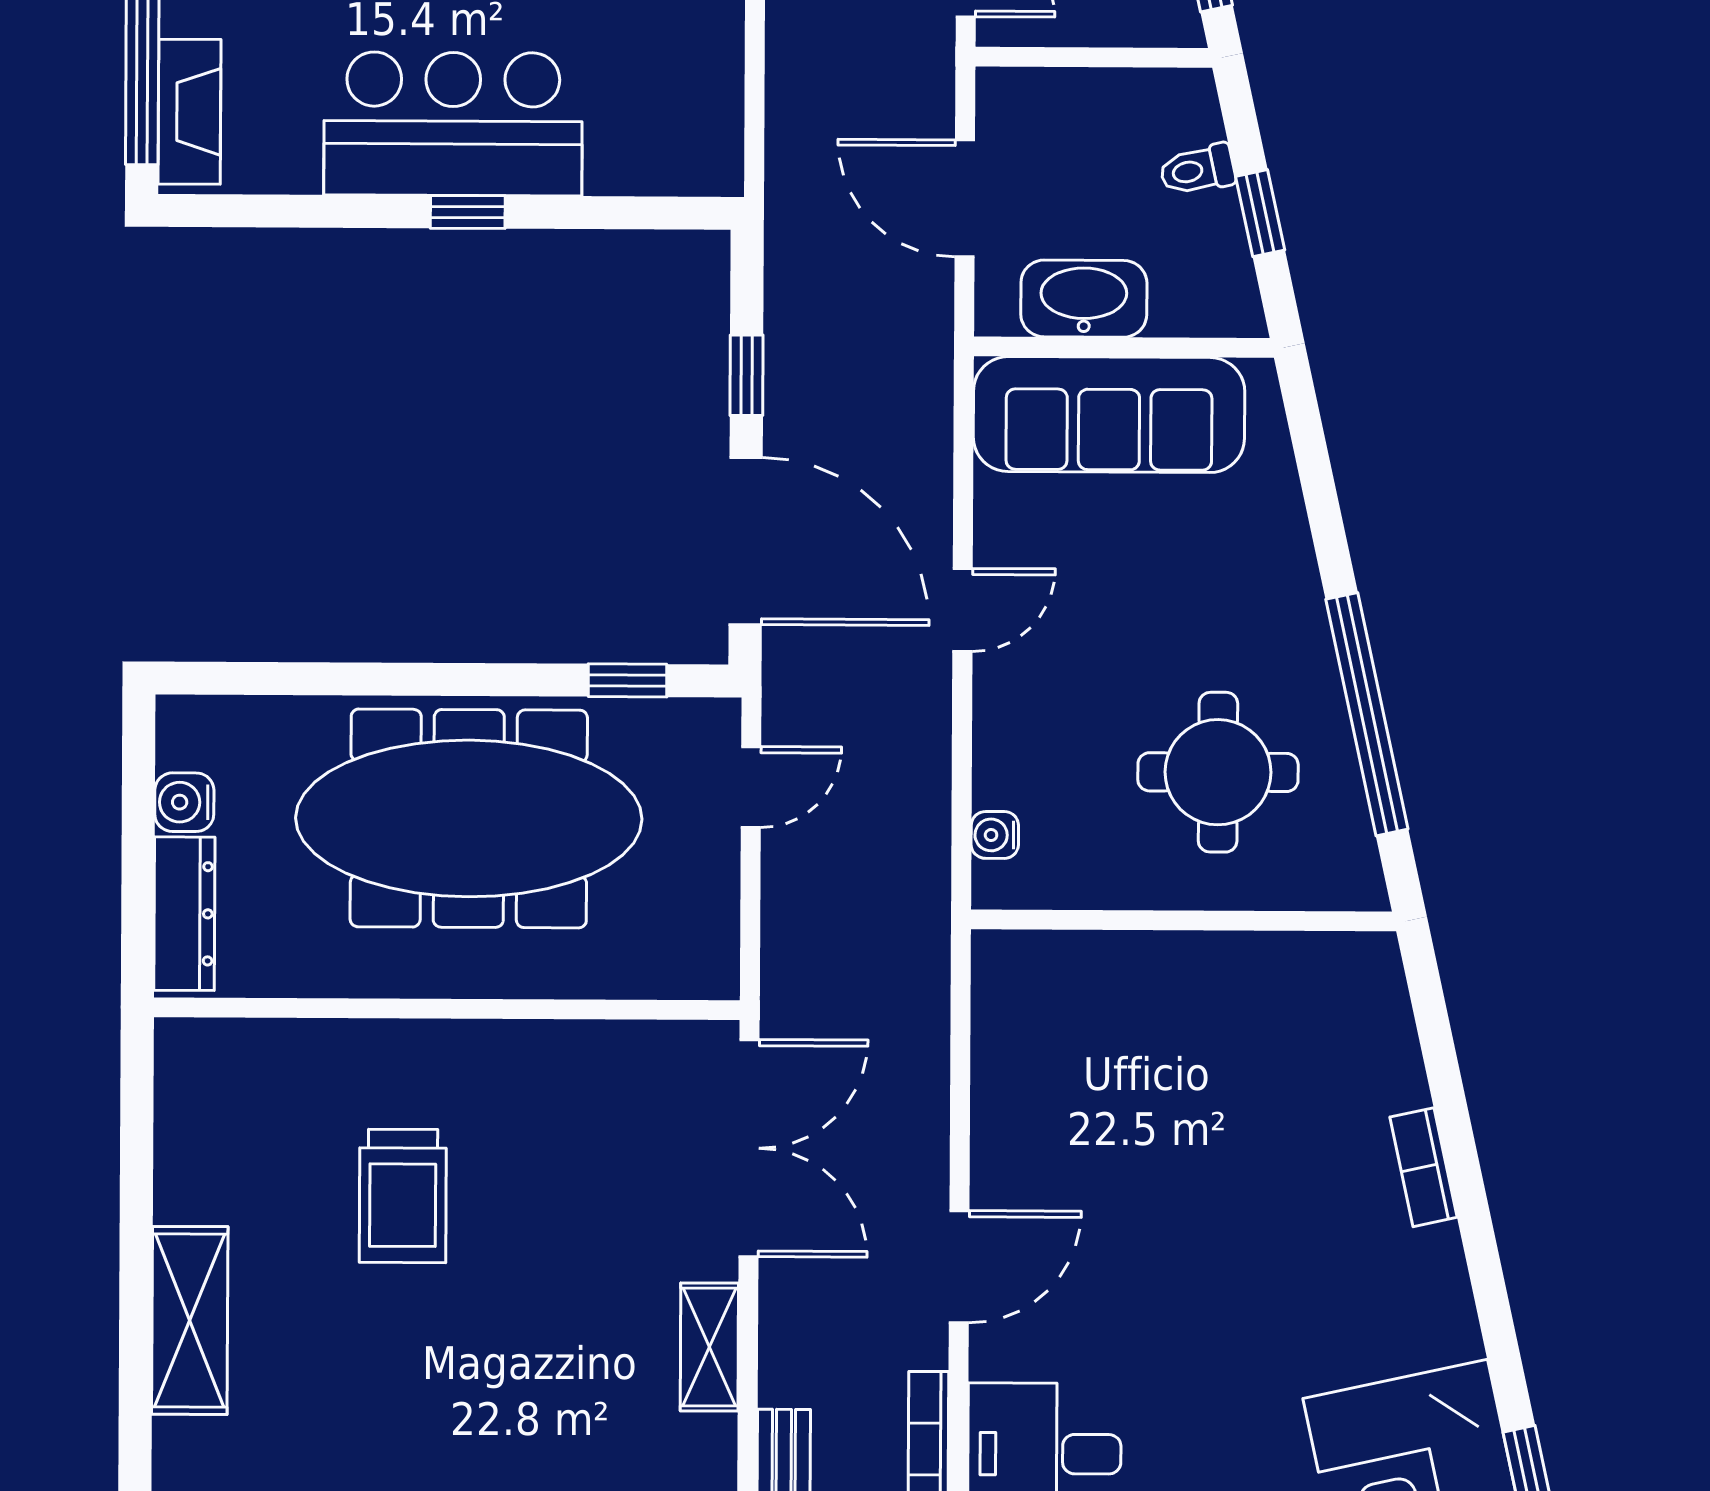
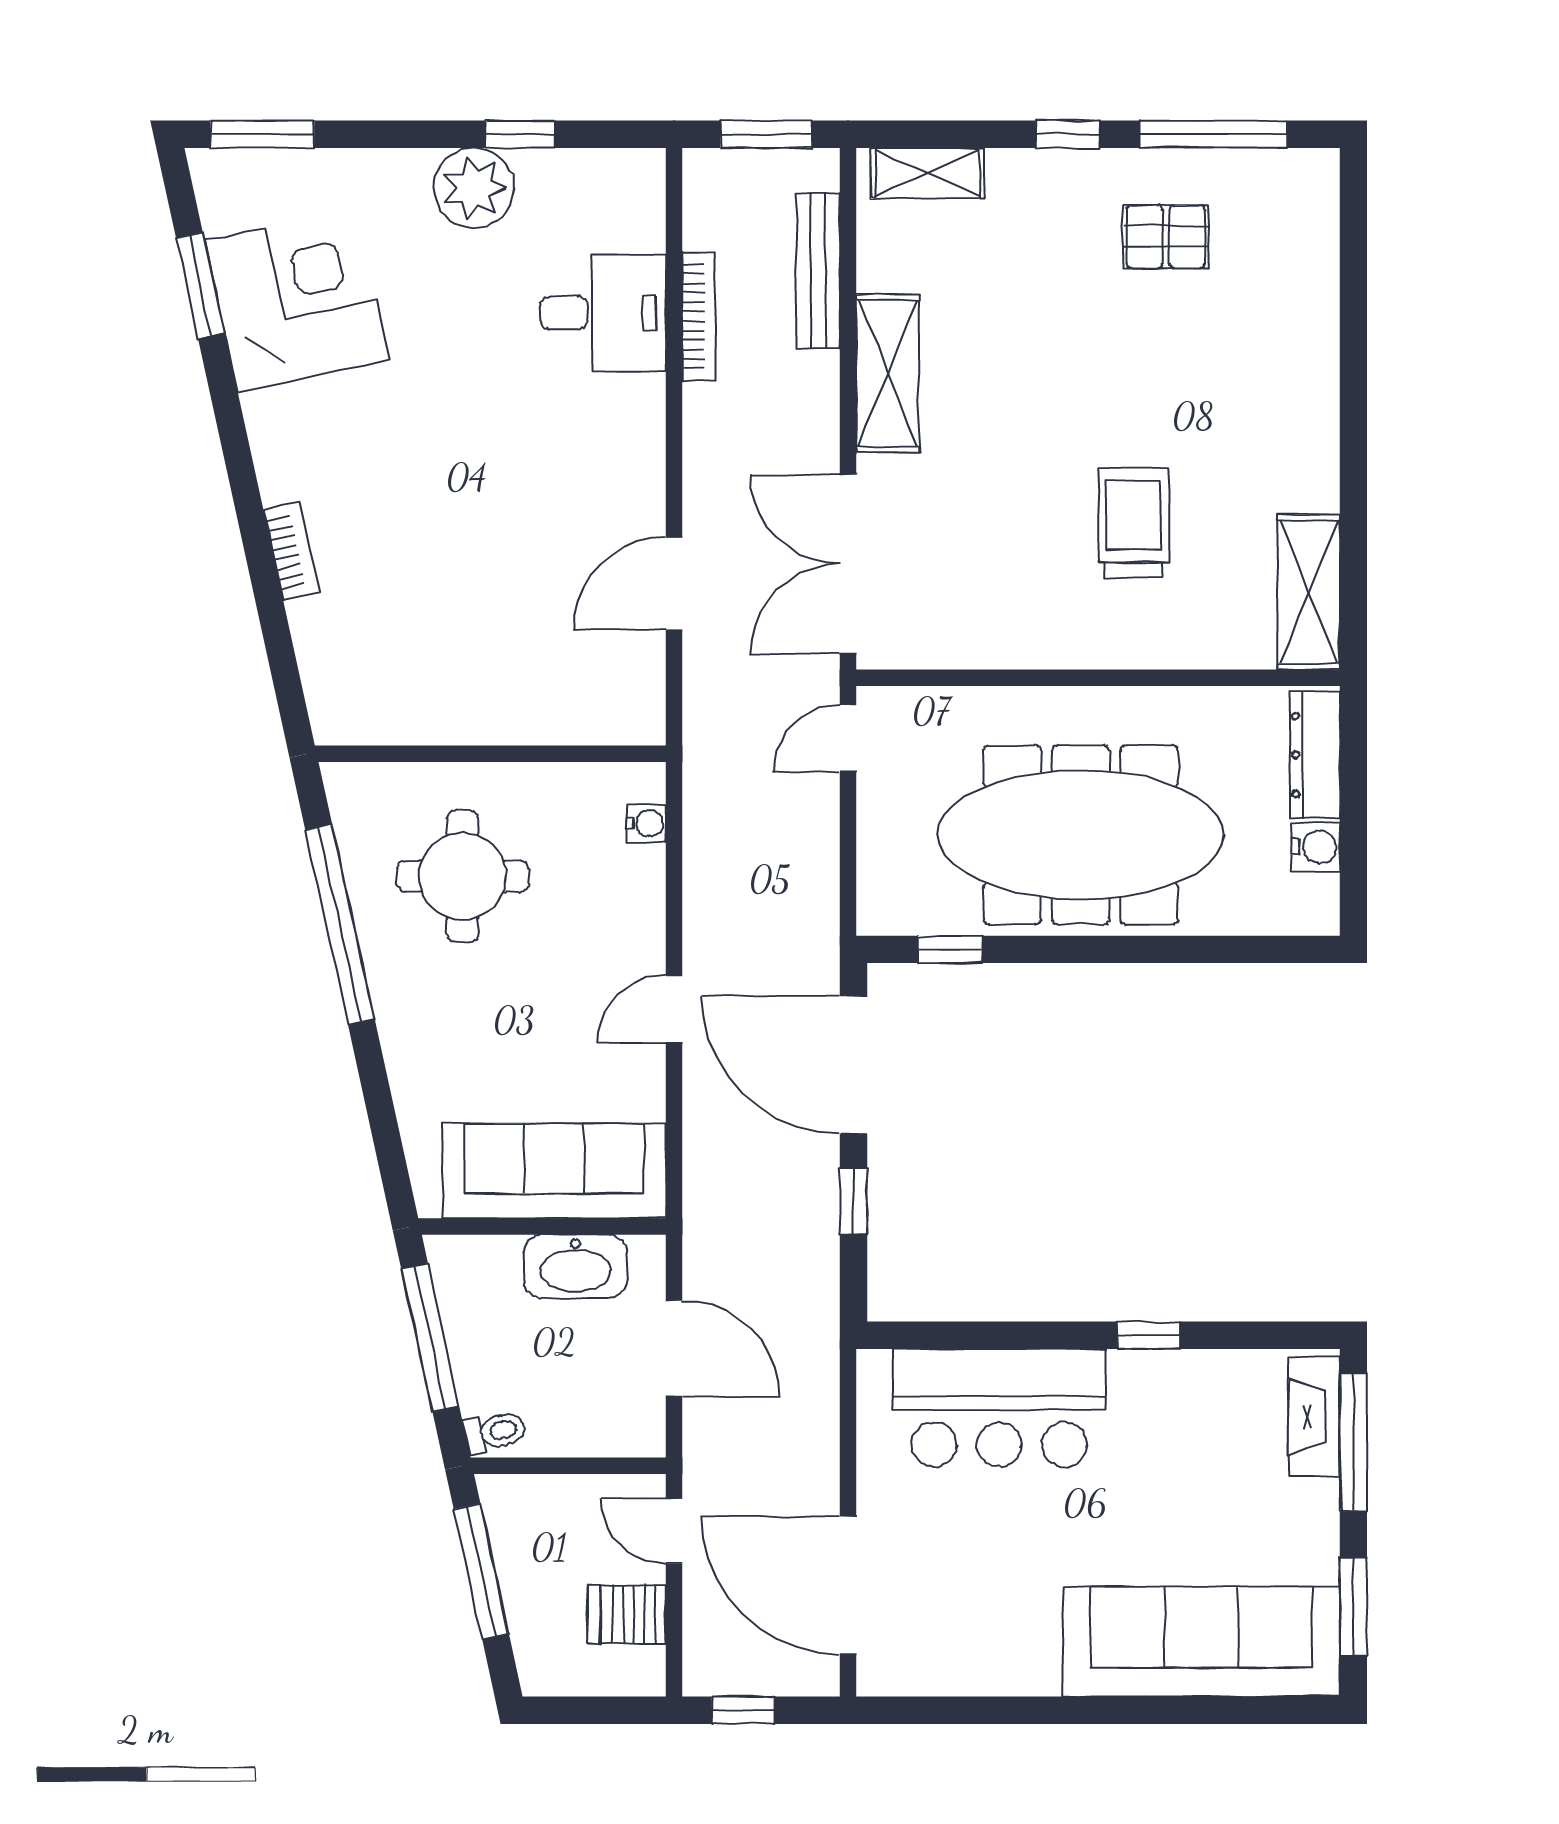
bar counter: (453, 124) -> (999, 1408), moved
toilet: (1197, 170) -> (495, 1432), moved
window: (468, 212) -> (1148, 1335), moved
window: (1260, 213) -> (430, 1338), width x2.17
door: (751, 787) -> (848, 738), moved
door: (959, 1267) -> (674, 584), moved
shelving: (190, 1320) -> (1309, 592), moved
shelving: (709, 1347) -> (888, 373), width x1.50, depth x1.33

